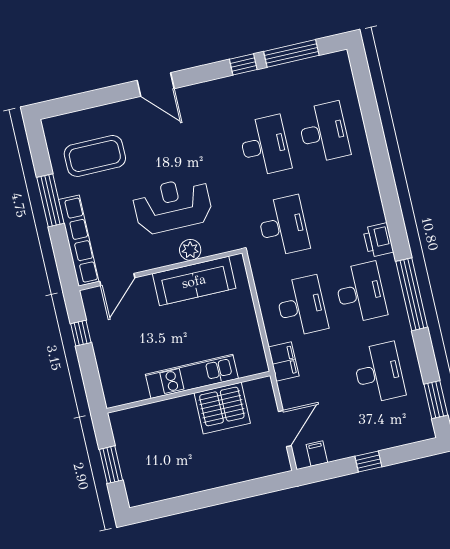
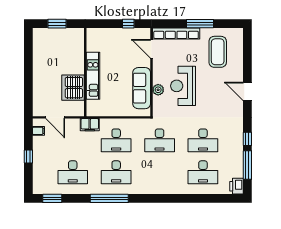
door: (156, 84) -> (247, 91), hinge flipped
reception desk: (172, 205) -> (183, 86), turned 180
printer: (378, 240) -> (236, 186), moved, turned -90

